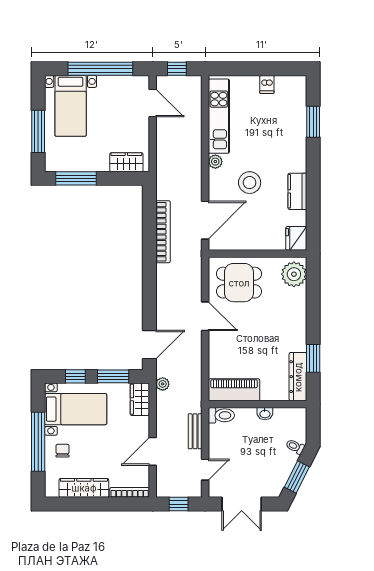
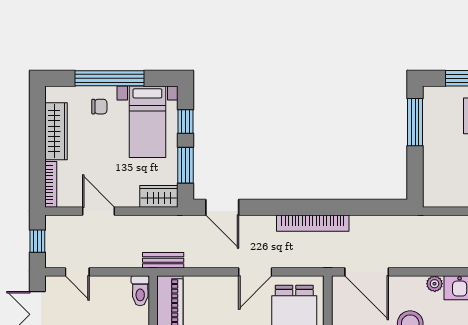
wardrobe: (126, 162) -> (434, 181), removed
bookcase: (163, 232) -> (313, 223), moved
plant: (163, 384) -> (177, 223), removed
bench: (195, 431) -> (163, 260), moved

